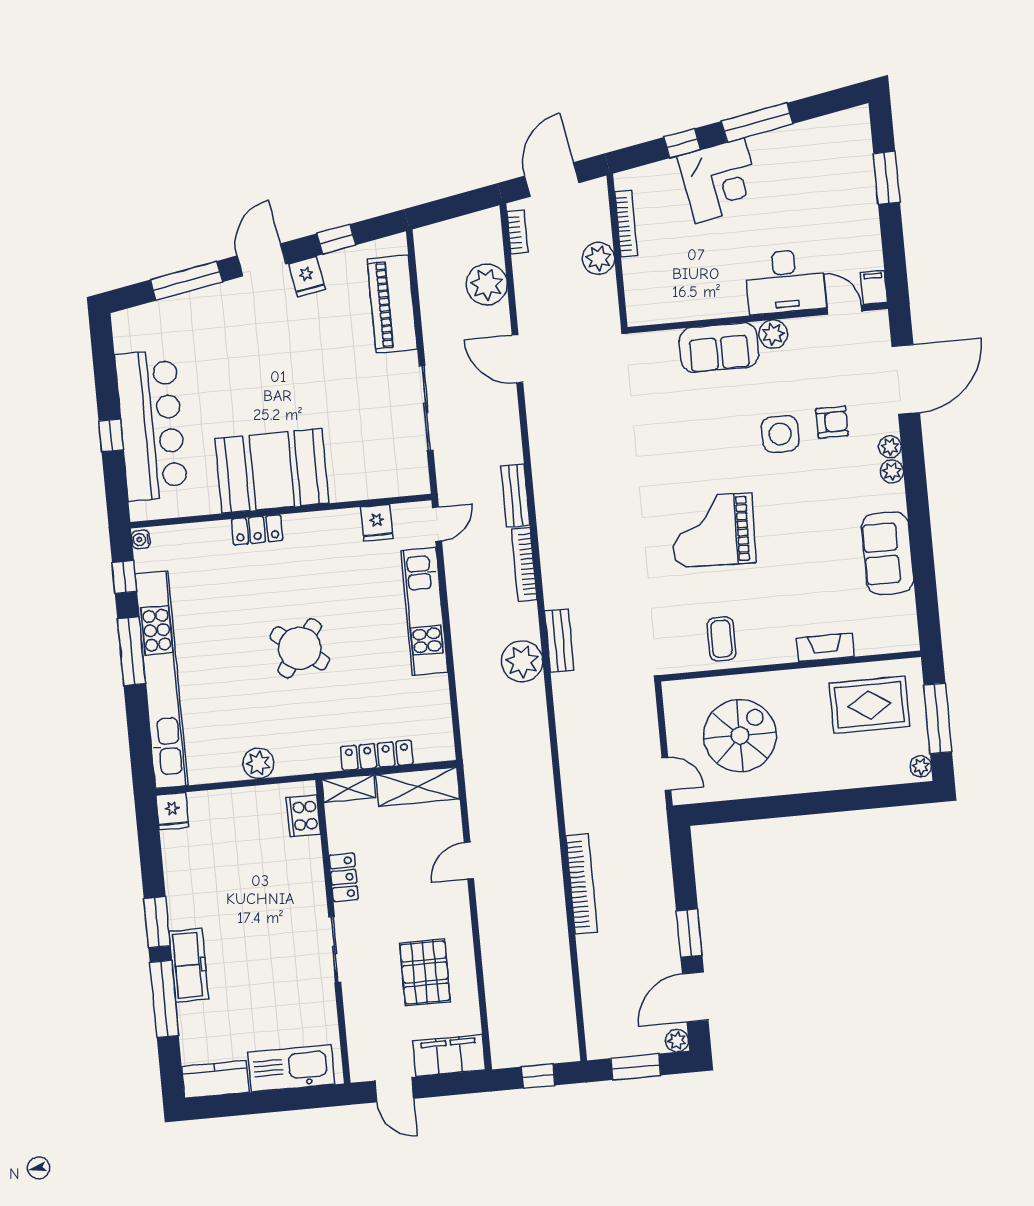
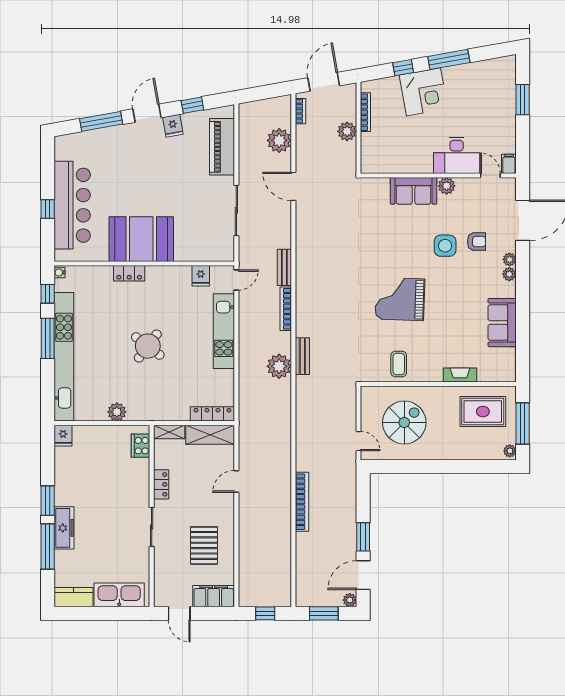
locker: (377, 755) -> (212, 414), moved

